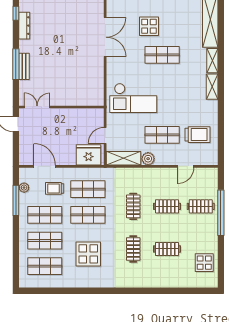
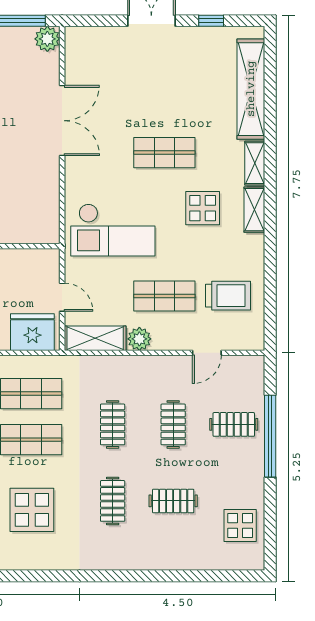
display table: (149, 26) -> (203, 208), moved
door: (105, 135) -> (62, 297), swing flipped
clothes rail: (167, 206) -> (173, 424), turned 90

